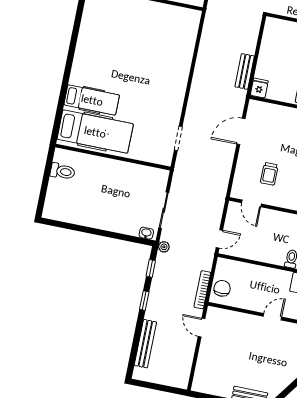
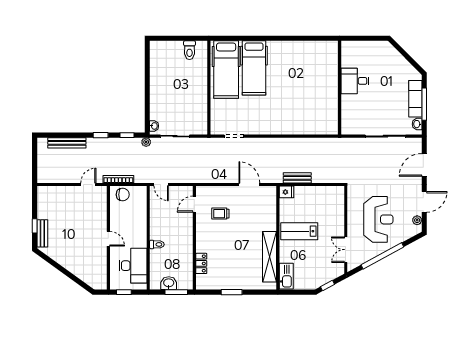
hospital bed: (92, 100) -> (254, 68), width x1.37, depth x1.29

